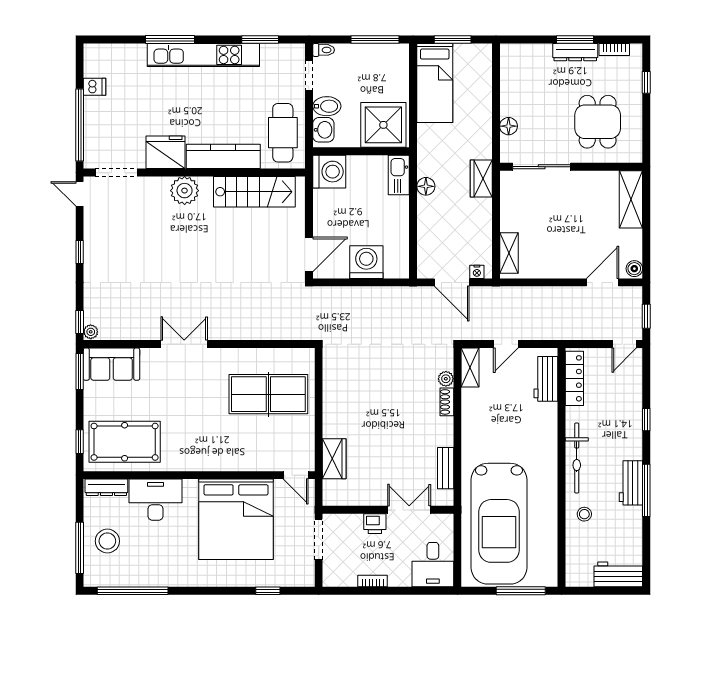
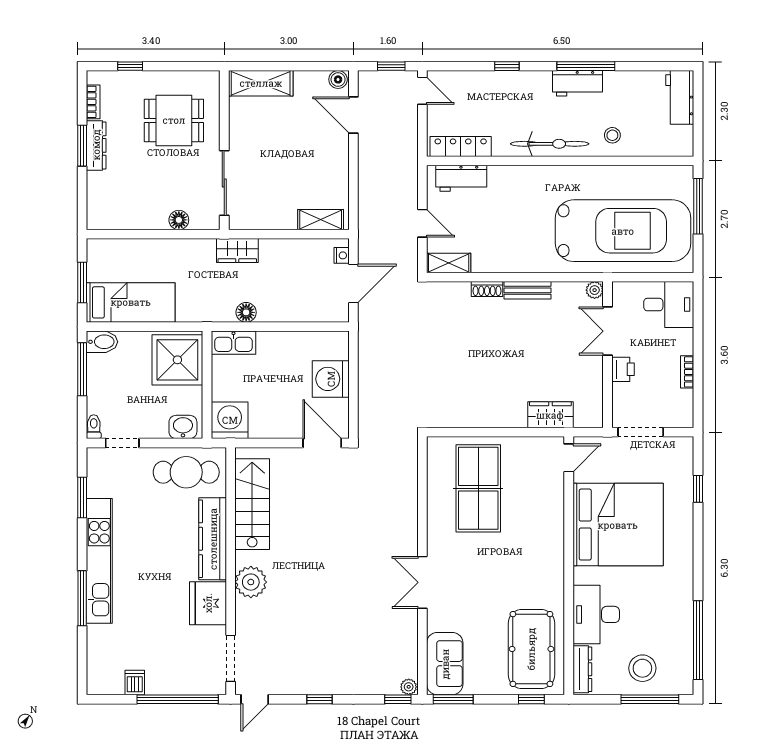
bidet: (327, 106) -> (102, 342), moved, turned 90
plant: (446, 379) -> (595, 290), moved
bench: (446, 468) -> (527, 290), moved

